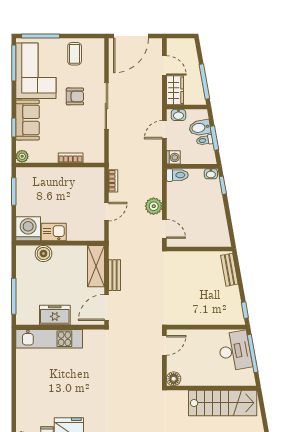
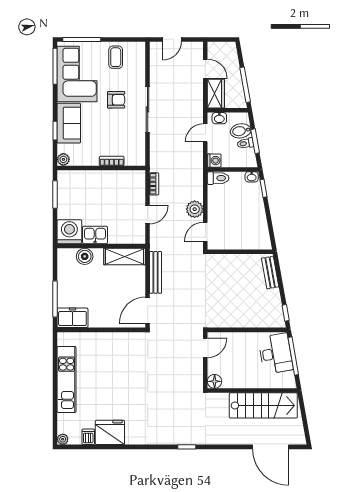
door: (131, 36) -> (172, 39), width x0.53
door: (164, 229) -> (205, 232), swing flipped
shelving: (96, 266) -> (125, 257), moved, turned 90
bench: (115, 275) -> (156, 272), width x1.36
freezer: (55, 315) -> (72, 318), moved
kitchen unit: (49, 339) -> (67, 379), moved, turned -90

